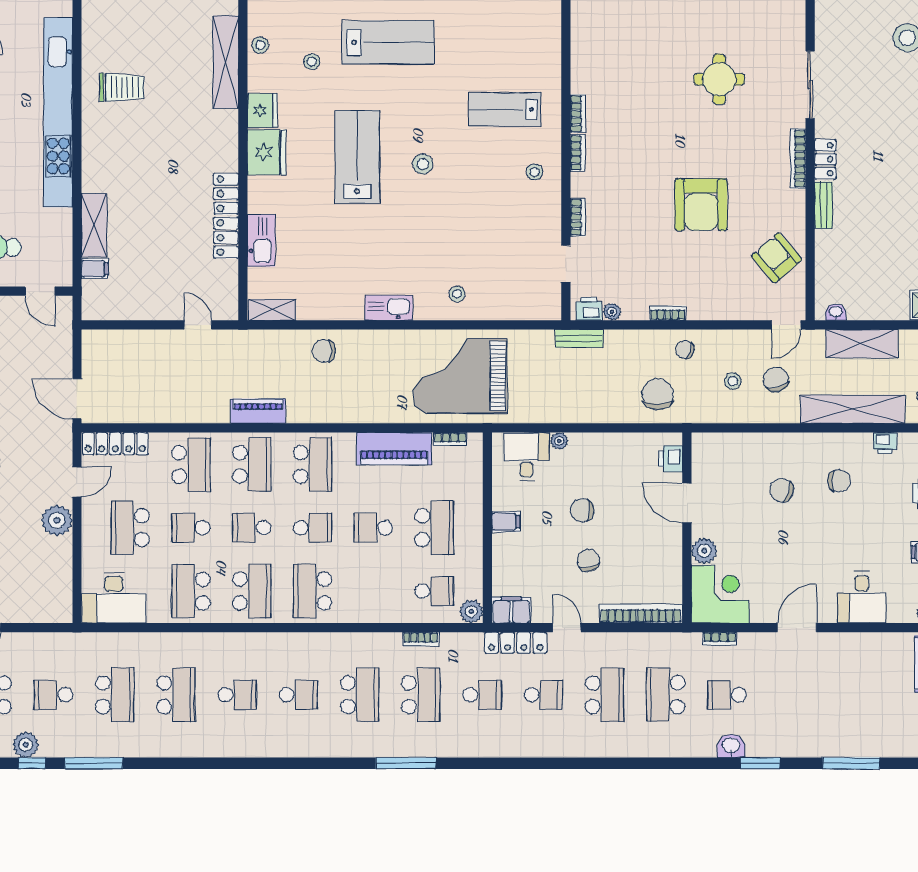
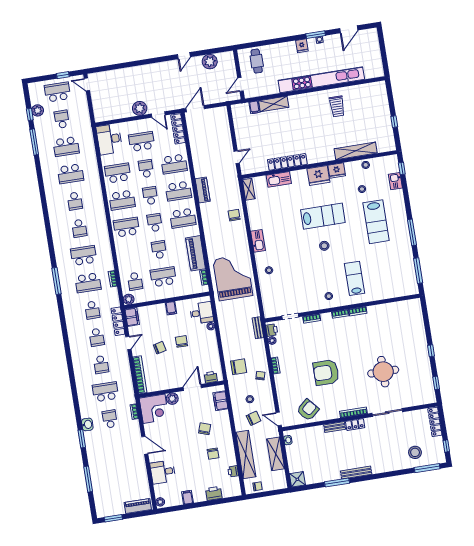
round table: (719, 79) -> (383, 372), width x1.36, depth x1.36
filing cabinet: (726, 446) -> (220, 401), added
school desk: (313, 528) -> (155, 223), turned 180
school desk: (434, 528) -> (163, 277), turned 180
school desk: (360, 695) -> (84, 255), turned 180
school desk: (605, 695) -> (101, 364), width x0.54

